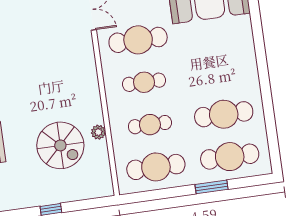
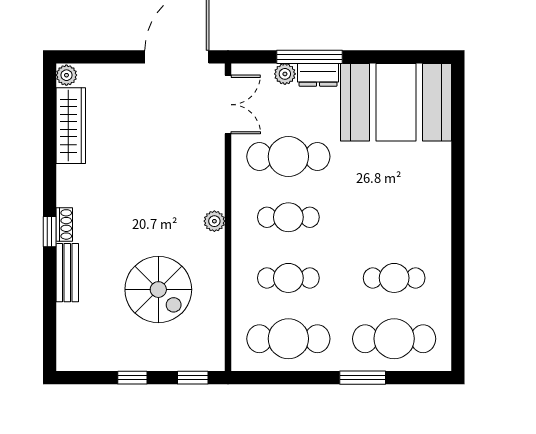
cafe table: (224, 114) -> (394, 278), width x0.73, depth x0.74
plant: (98, 132) -> (214, 221), moved
window: (93, 203) -> (193, 378), added

